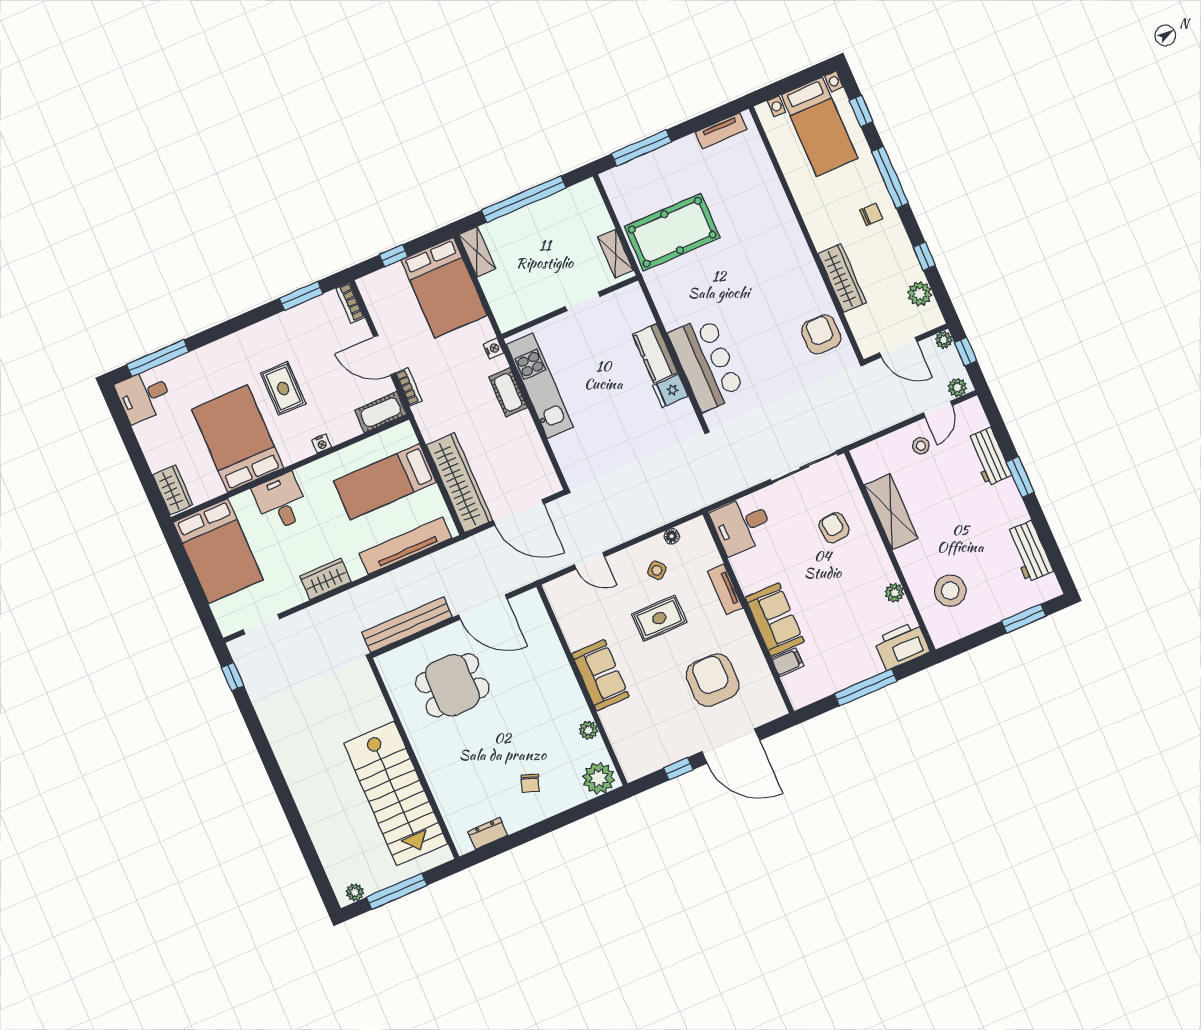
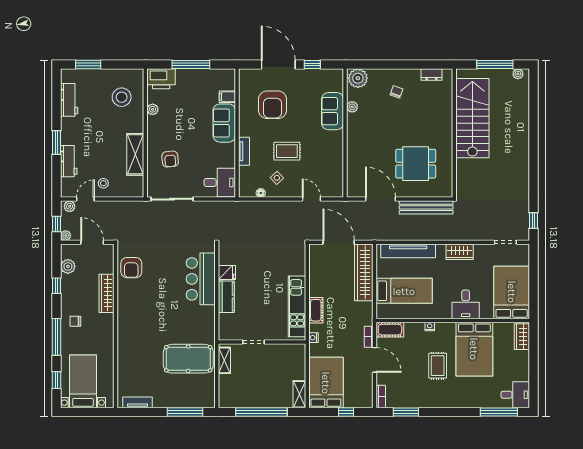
sofa: (600, 675) -> (333, 111), moved

